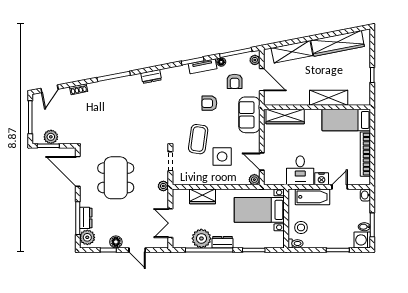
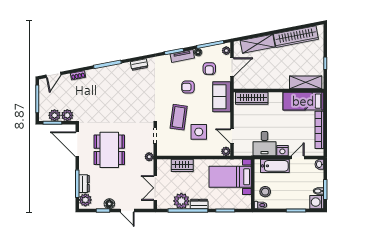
door: (262, 80) -> (232, 67), hinge flipped
shelving: (329, 98) -> (306, 82), moved
plant: (66, 137) -> (67, 115), added

